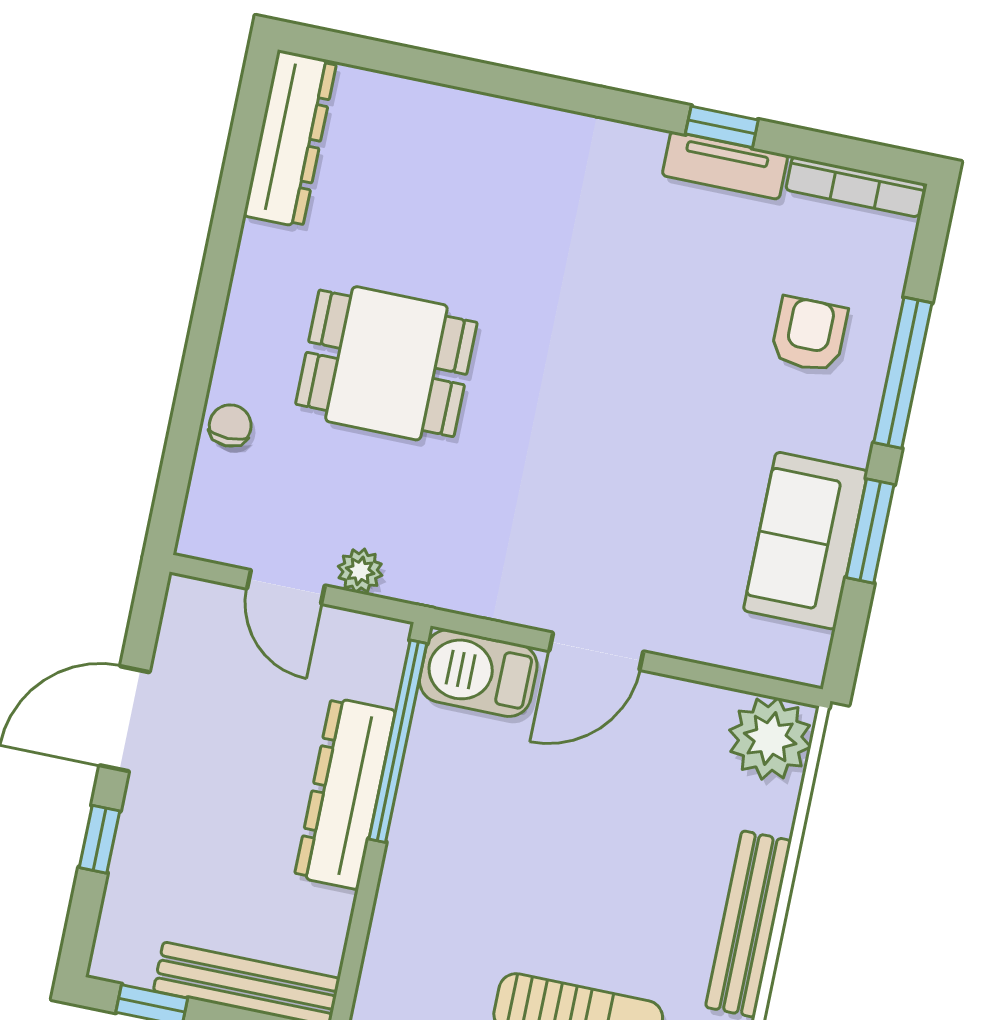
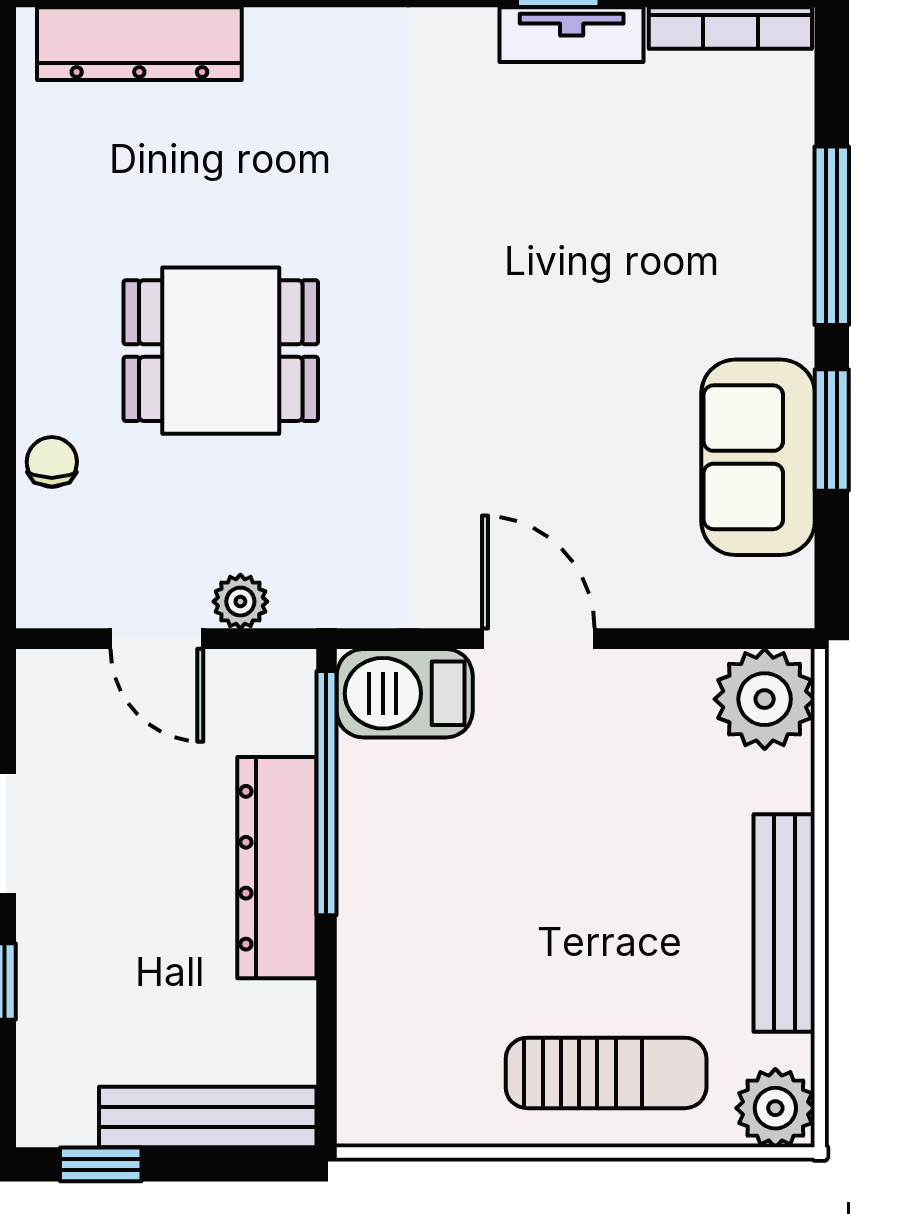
dresser: (290, 139) -> (139, 44), moved, turned 90
armchair: (809, 334) -> (712, 213), removed
door: (596, 651) -> (538, 639), swing flipped

